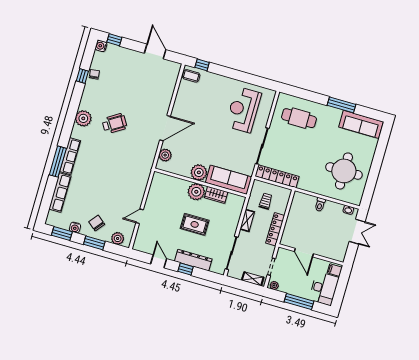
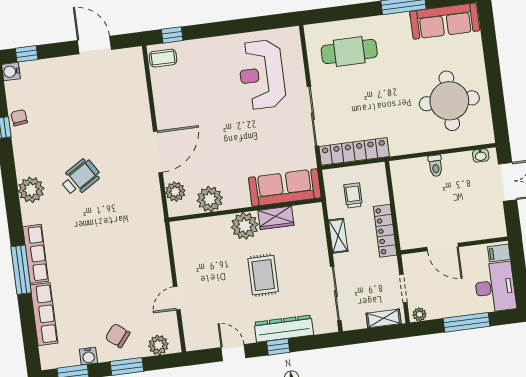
plant: (199, 172) -> (210, 199), moved
rug: (195, 224) -> (263, 275), turned 90

